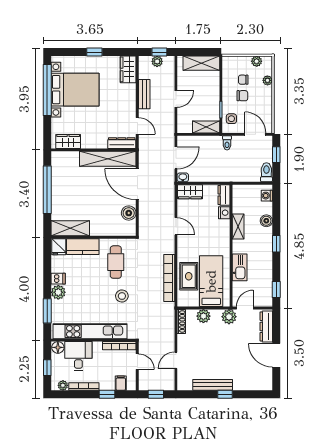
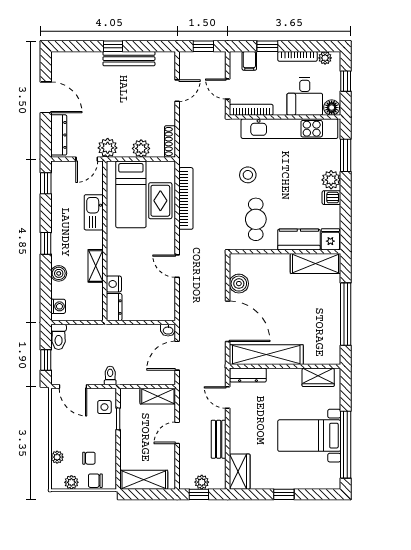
bed with nightstands: (75, 90) -> (309, 436), width x0.73
chair: (242, 96) -> (95, 481), moved
shelving: (206, 127) -> (158, 396), moved
wardrobe: (190, 192) -> (159, 311), removed

